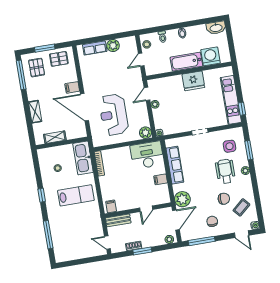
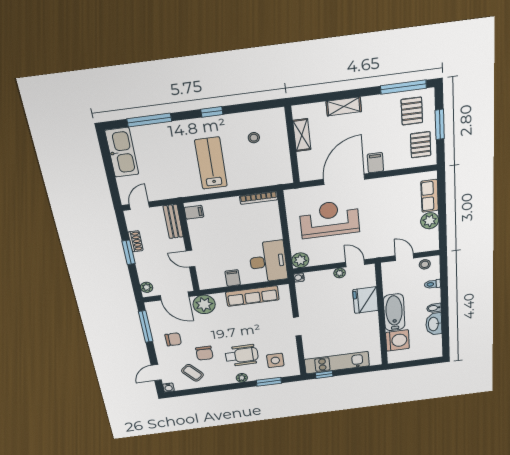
washbasin: (216, 28) -> (434, 324), moved
pallet: (37, 68) -> (412, 111), turned 90
fridge: (193, 81) -> (366, 300), moved
kitchen sink: (83, 158) -> (122, 152), moved, turned 90
lab bench: (76, 195) -> (211, 163), turned 180

